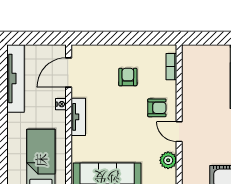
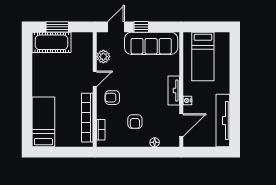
floor lamp: (103, 51) -> (155, 142), added
bookcase: (189, 82) -> (87, 118), added
door: (179, 132) -> (95, 79), hinge flipped

